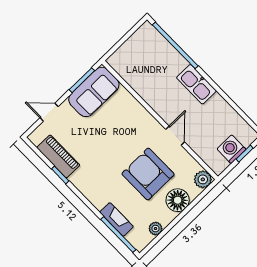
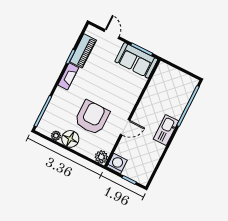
washing machine: (231, 149) -> (117, 164), moved
floor lamp: (178, 200) -> (70, 139), moved
fireplace: (117, 219) -> (68, 76), moved

